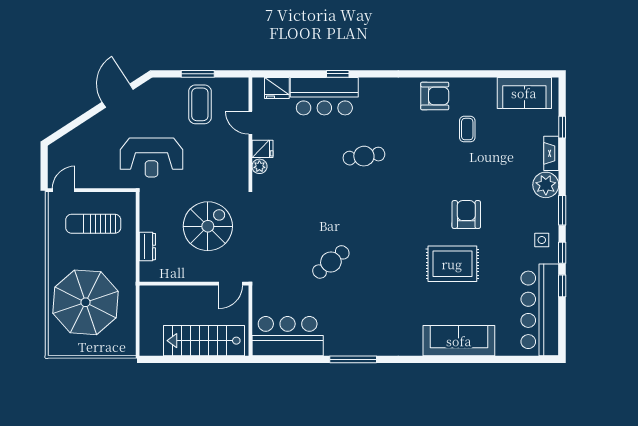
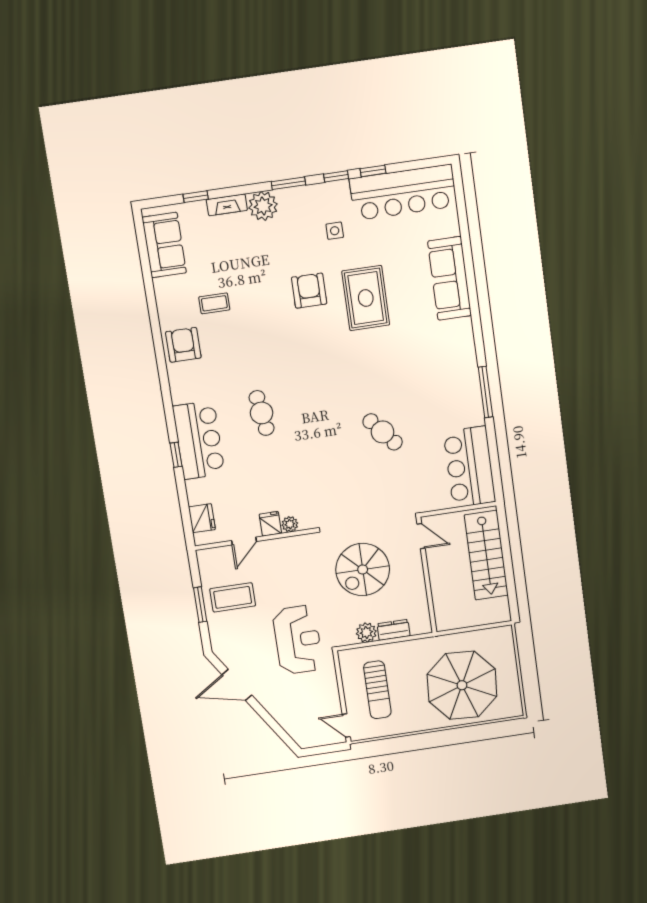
bar counter: (324, 96) -> (199, 440), moved
armchair: (466, 214) -> (309, 291), turned 90
plant: (149, 221) -> (366, 632), added
spiral stairs: (208, 226) -> (363, 569), turned -90
side table: (542, 240) -> (335, 231), moved

